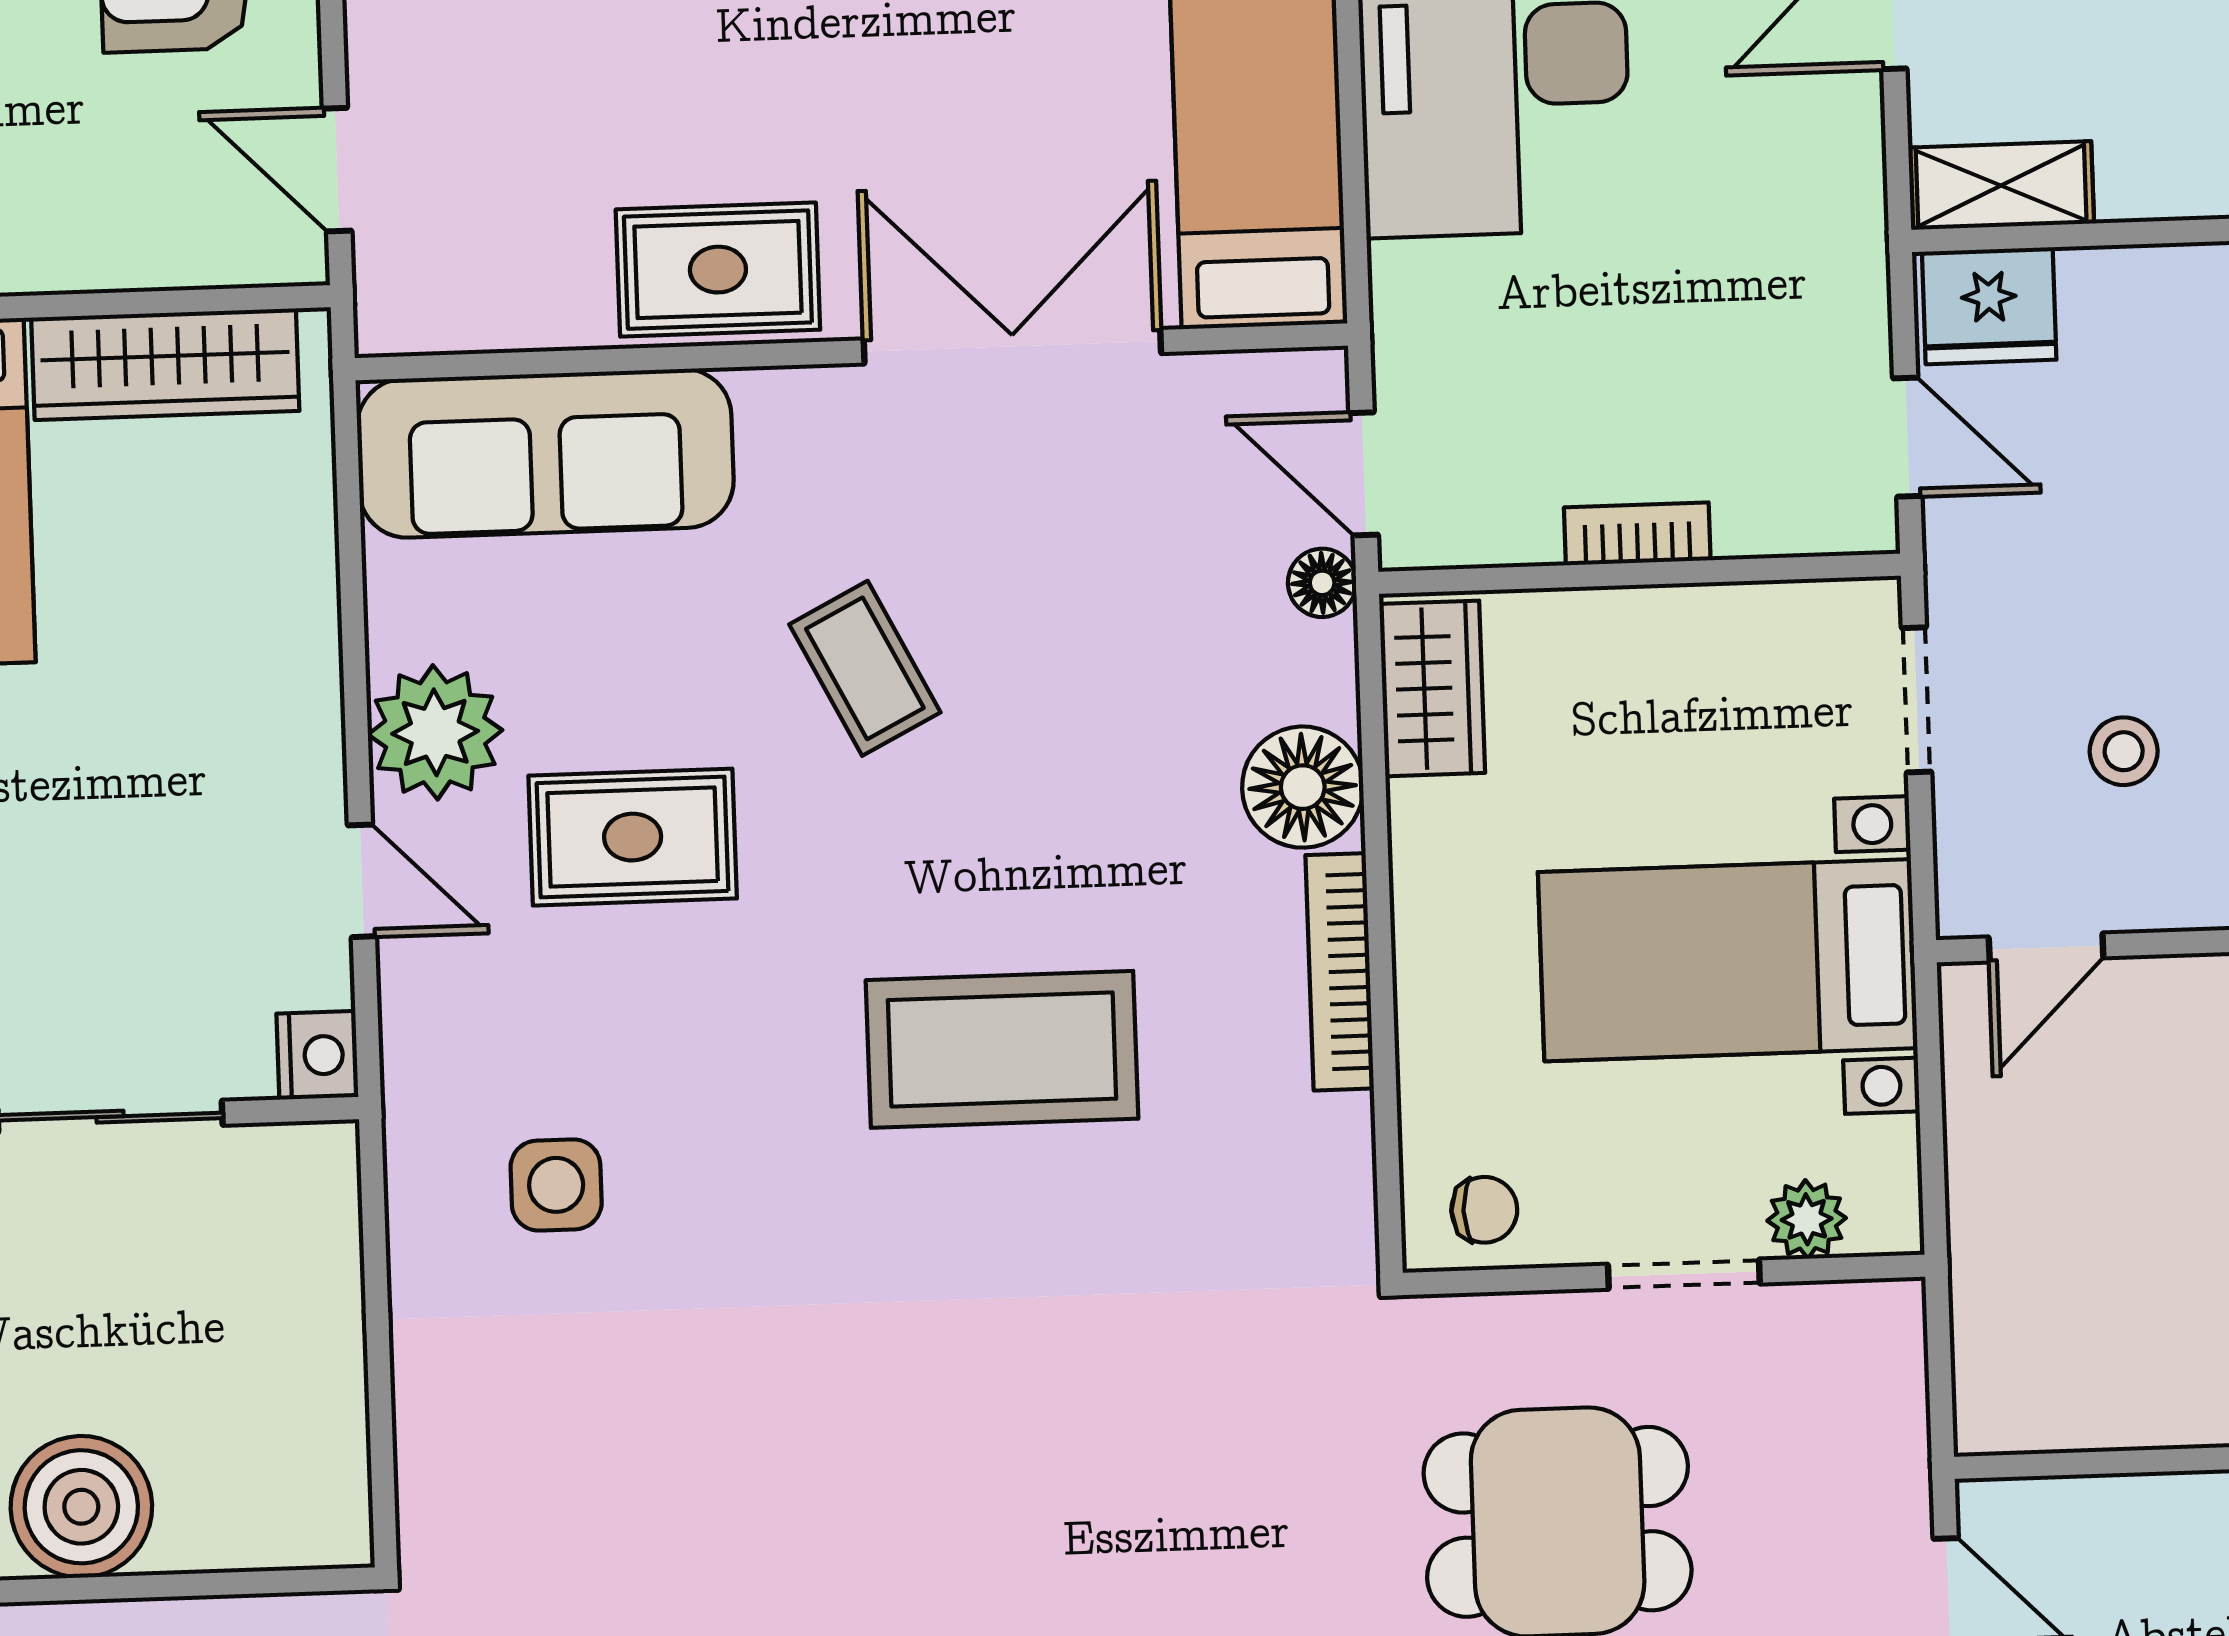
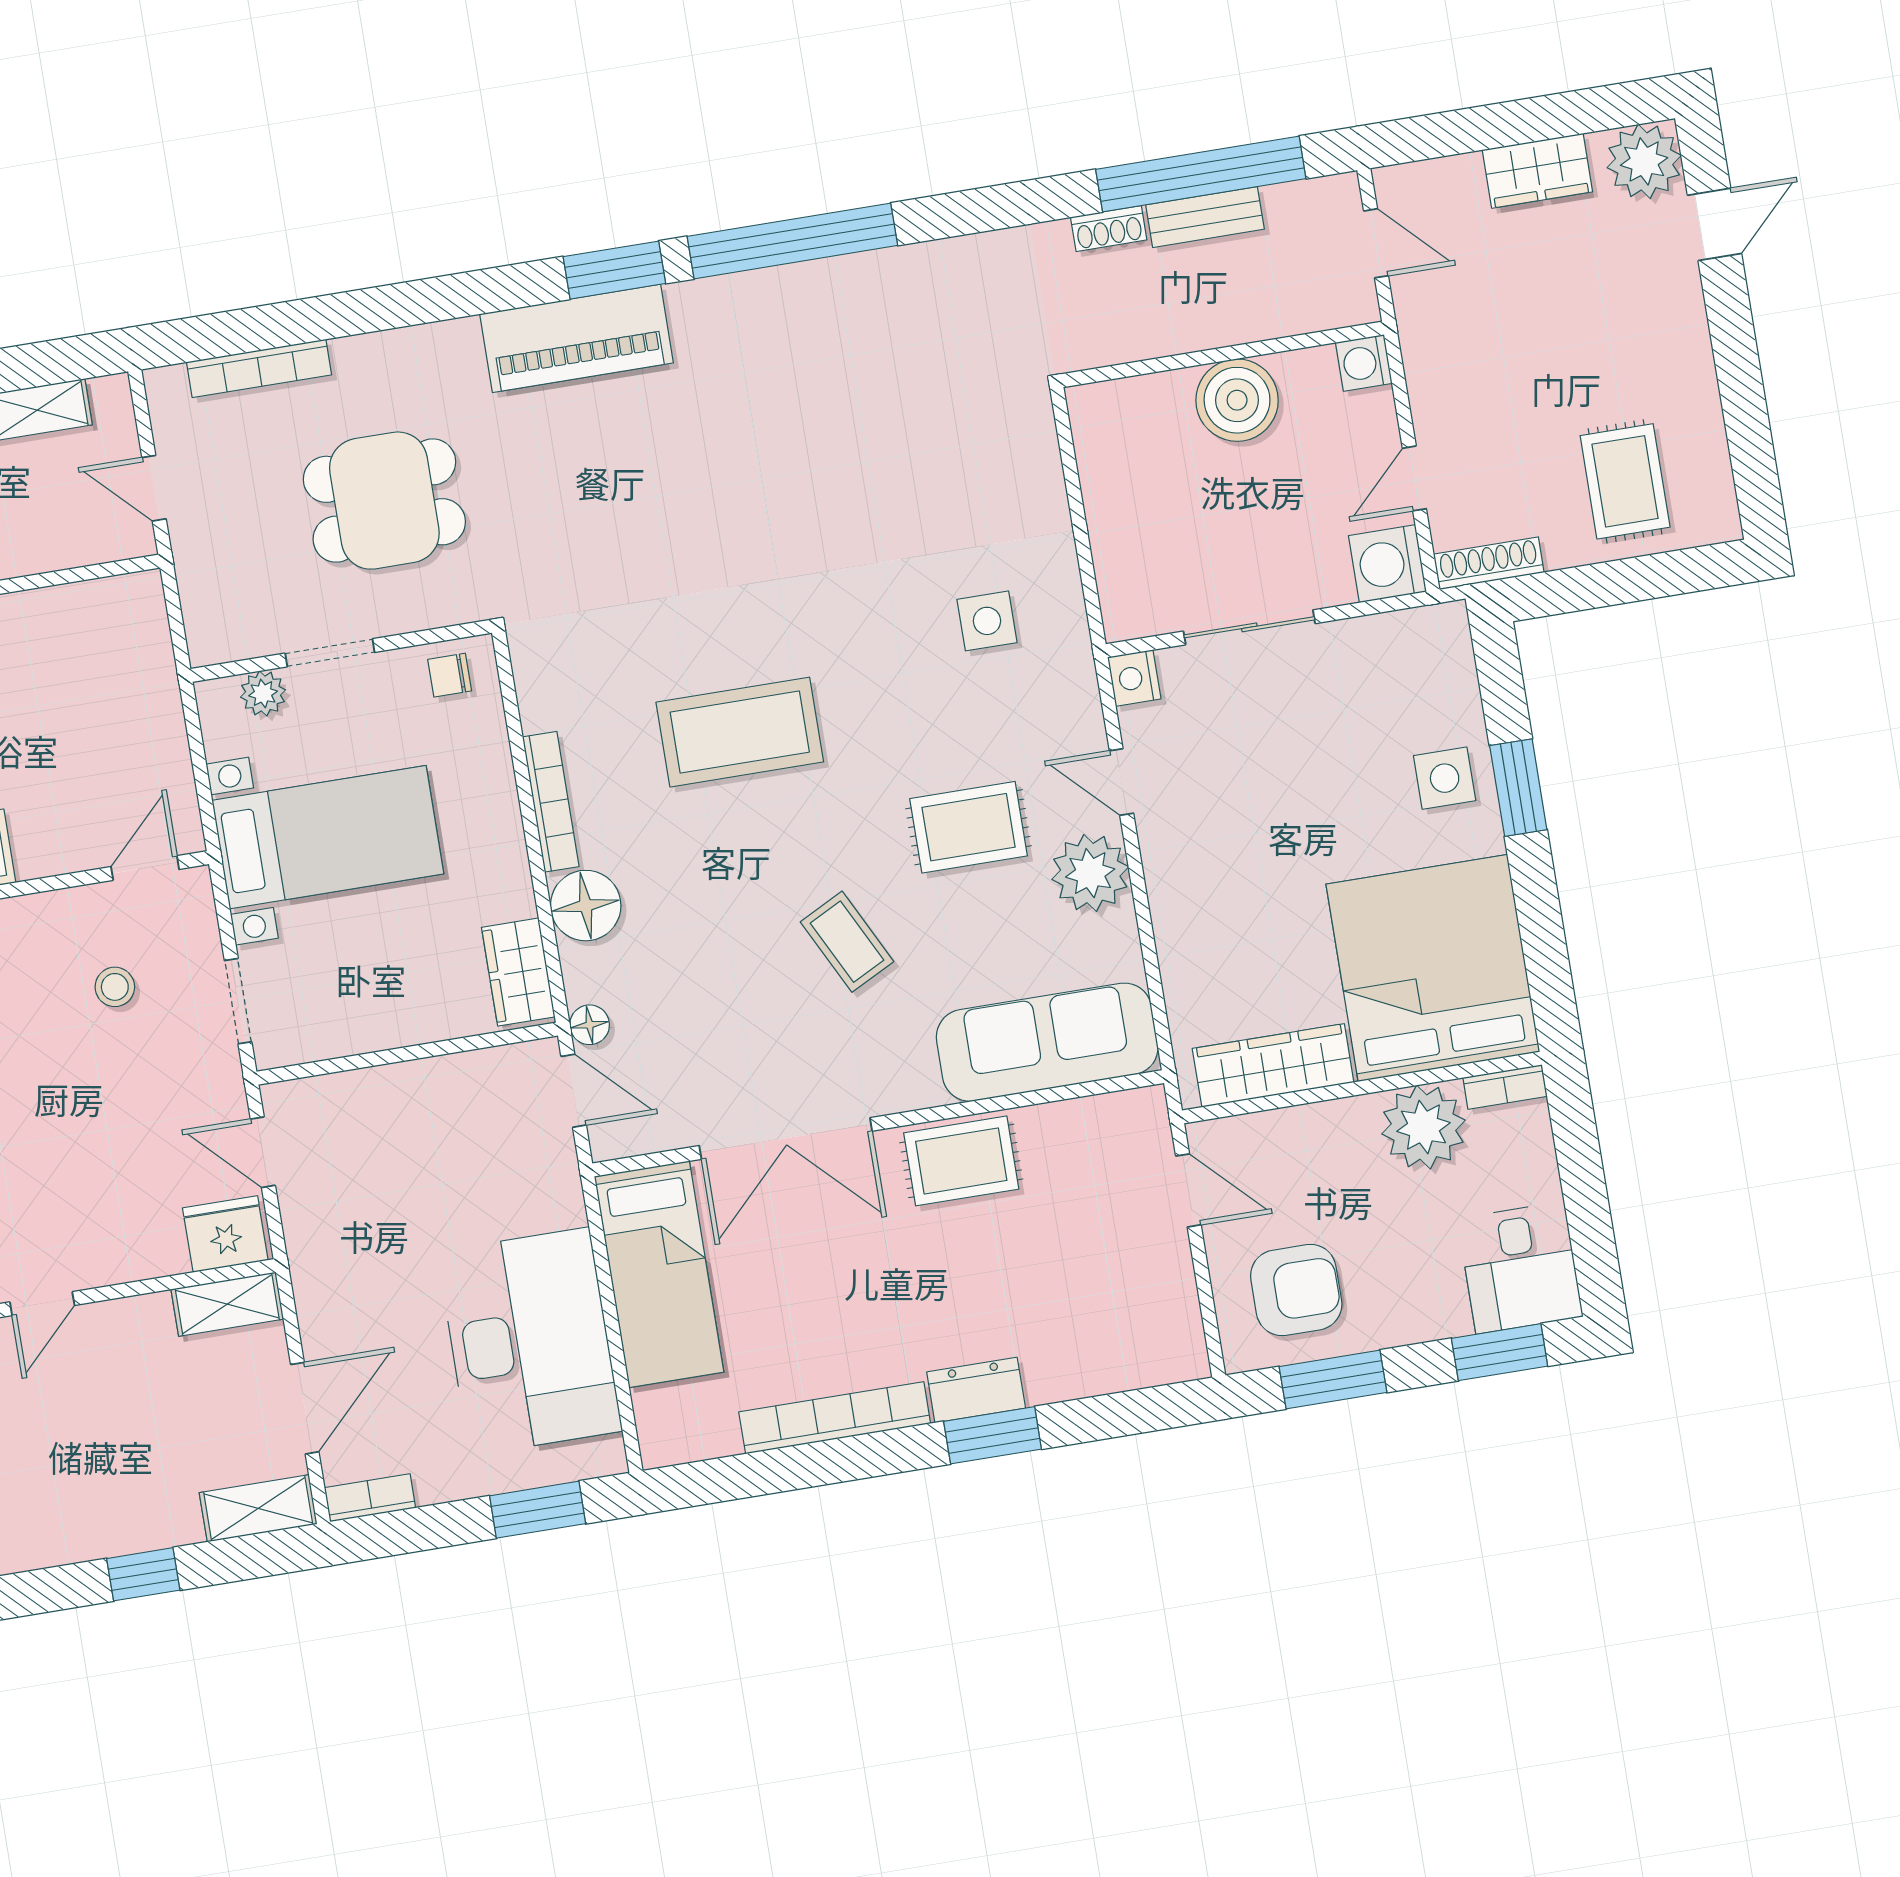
bookcase: (1637, 534) -> (411, 1076), removed

